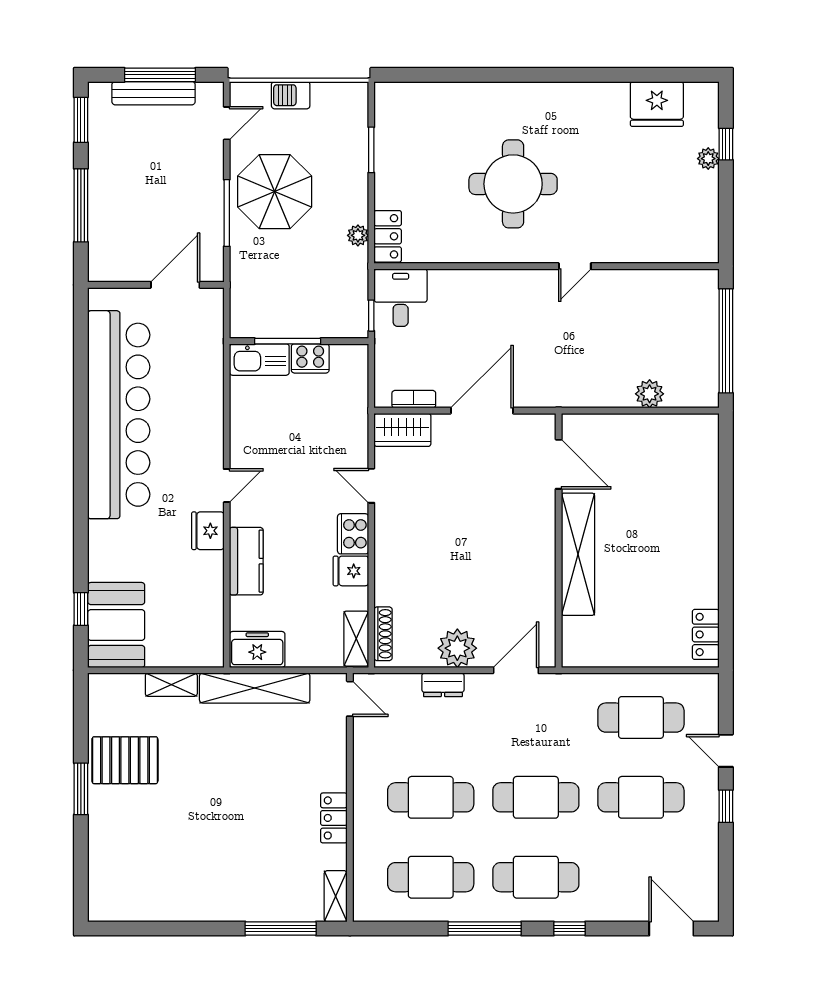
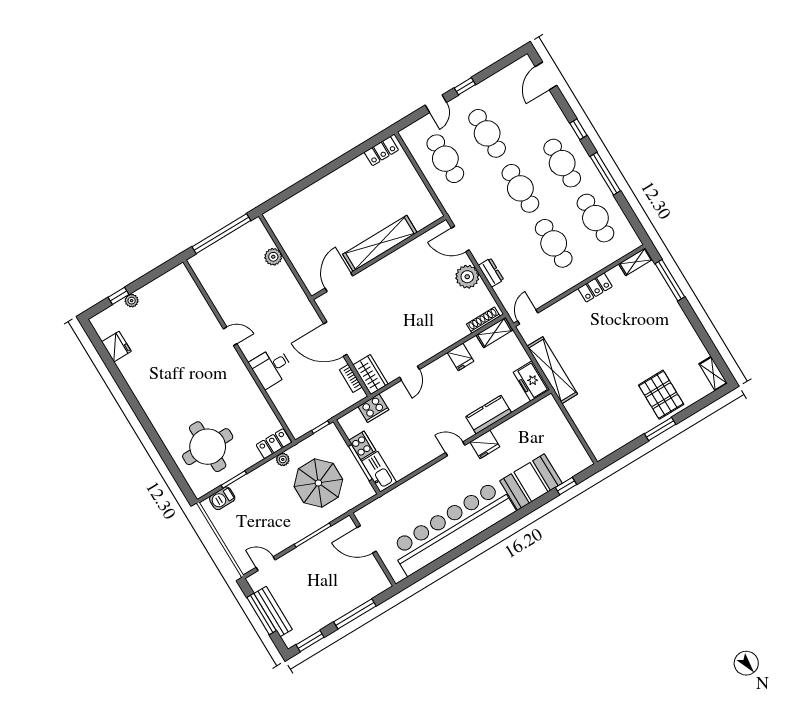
barbecue: (291, 95) -> (222, 498), moved, turned 90
fridge: (657, 104) -> (116, 347), width x0.73, depth x0.75
round table: (513, 184) -> (208, 447), moved
parasol: (275, 192) -> (318, 483), moved
desk: (401, 298) -> (271, 367), moved
cooker: (353, 534) -> (373, 408), moved
booth: (116, 625) -> (531, 482), moved
shelving: (171, 685) -> (713, 374), moved
pallet: (125, 760) -> (661, 395), moved

